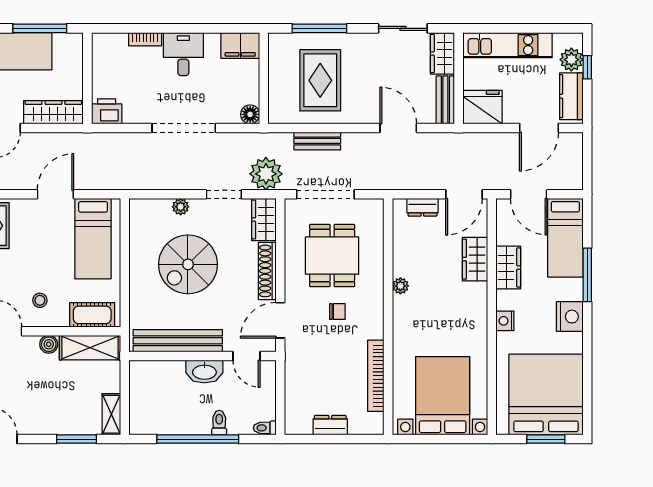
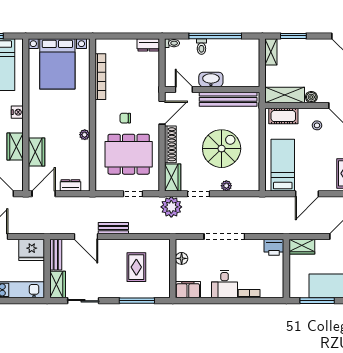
rug: (320, 80) -> (136, 267), width x0.73, depth x0.70
wardrobe: (53, 112) -> (302, 247), width x0.67
floor lamp: (250, 114) -> (182, 258), moved
bench: (317, 141) -> (113, 228), moved
doorway: (325, 194) -> (133, 194), width x0.53
dining table: (332, 256) -> (129, 154), width x1.38
dresser: (330, 425) -> (148, 45), moved

